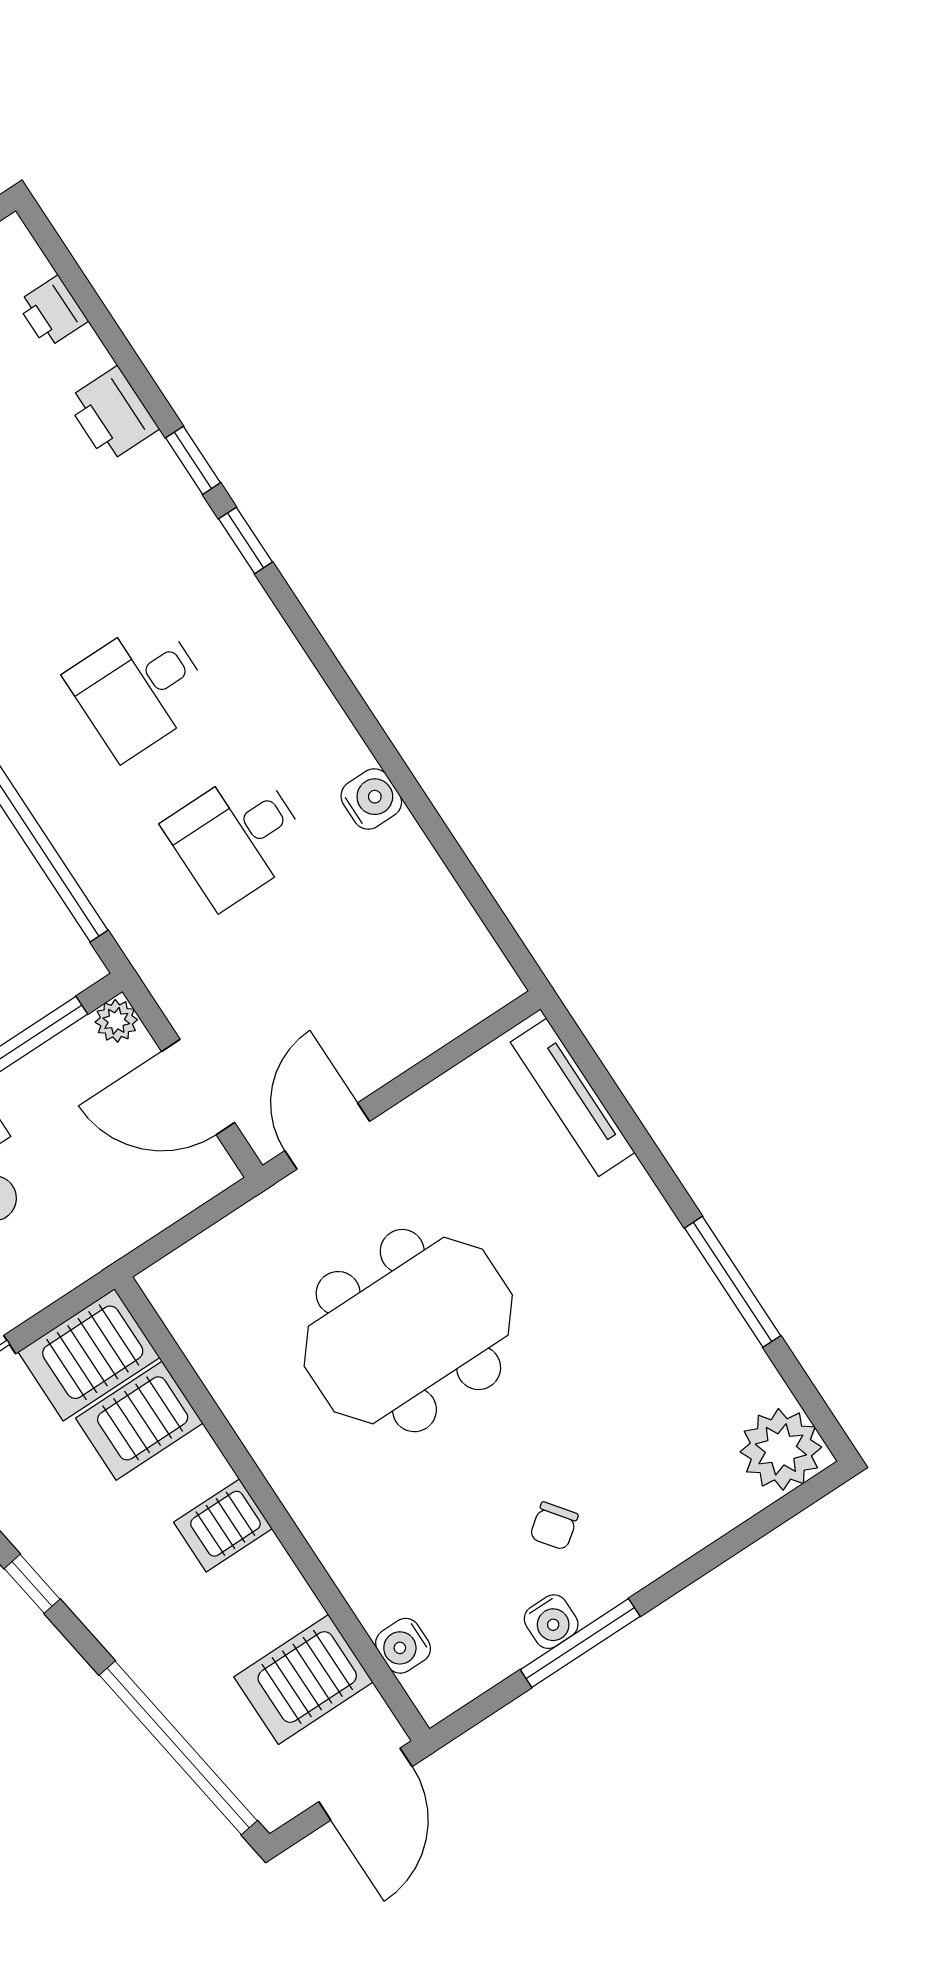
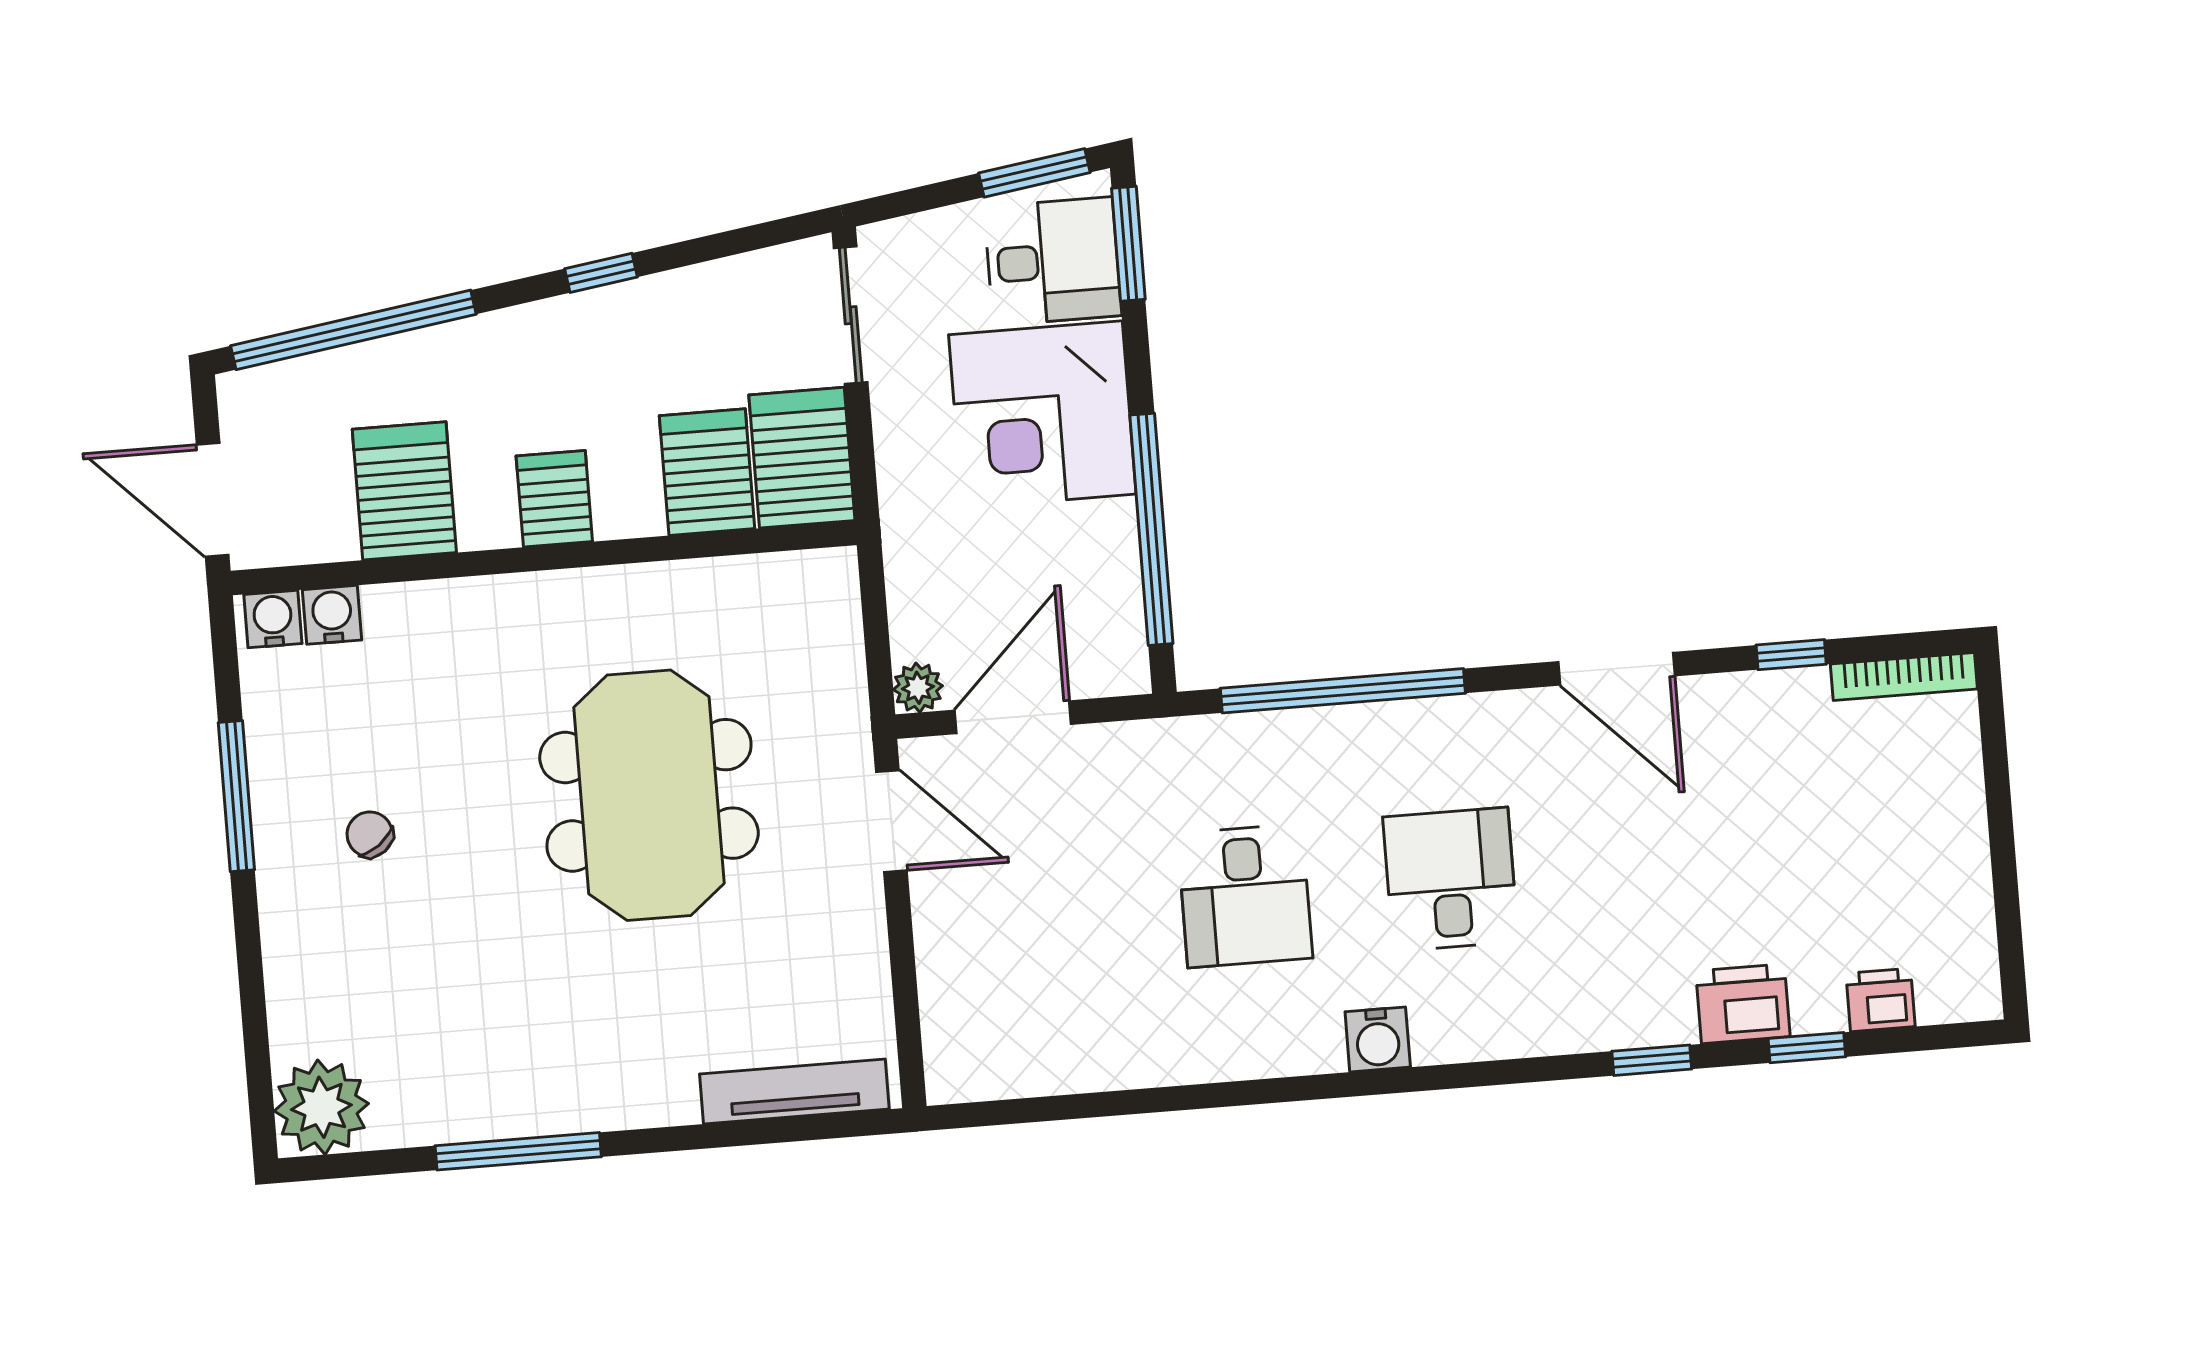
window: (246, 540) -> (1807, 1048), moved
water cooler: (371, 799) -> (1378, 1039), moved
desk: (237, 837) -> (1245, 896), turned 180
plant: (116, 1021) -> (918, 688), moved
water cooler: (551, 1622) -> (273, 619), moved, turned 90
server rack: (303, 1679) -> (404, 491), moved

